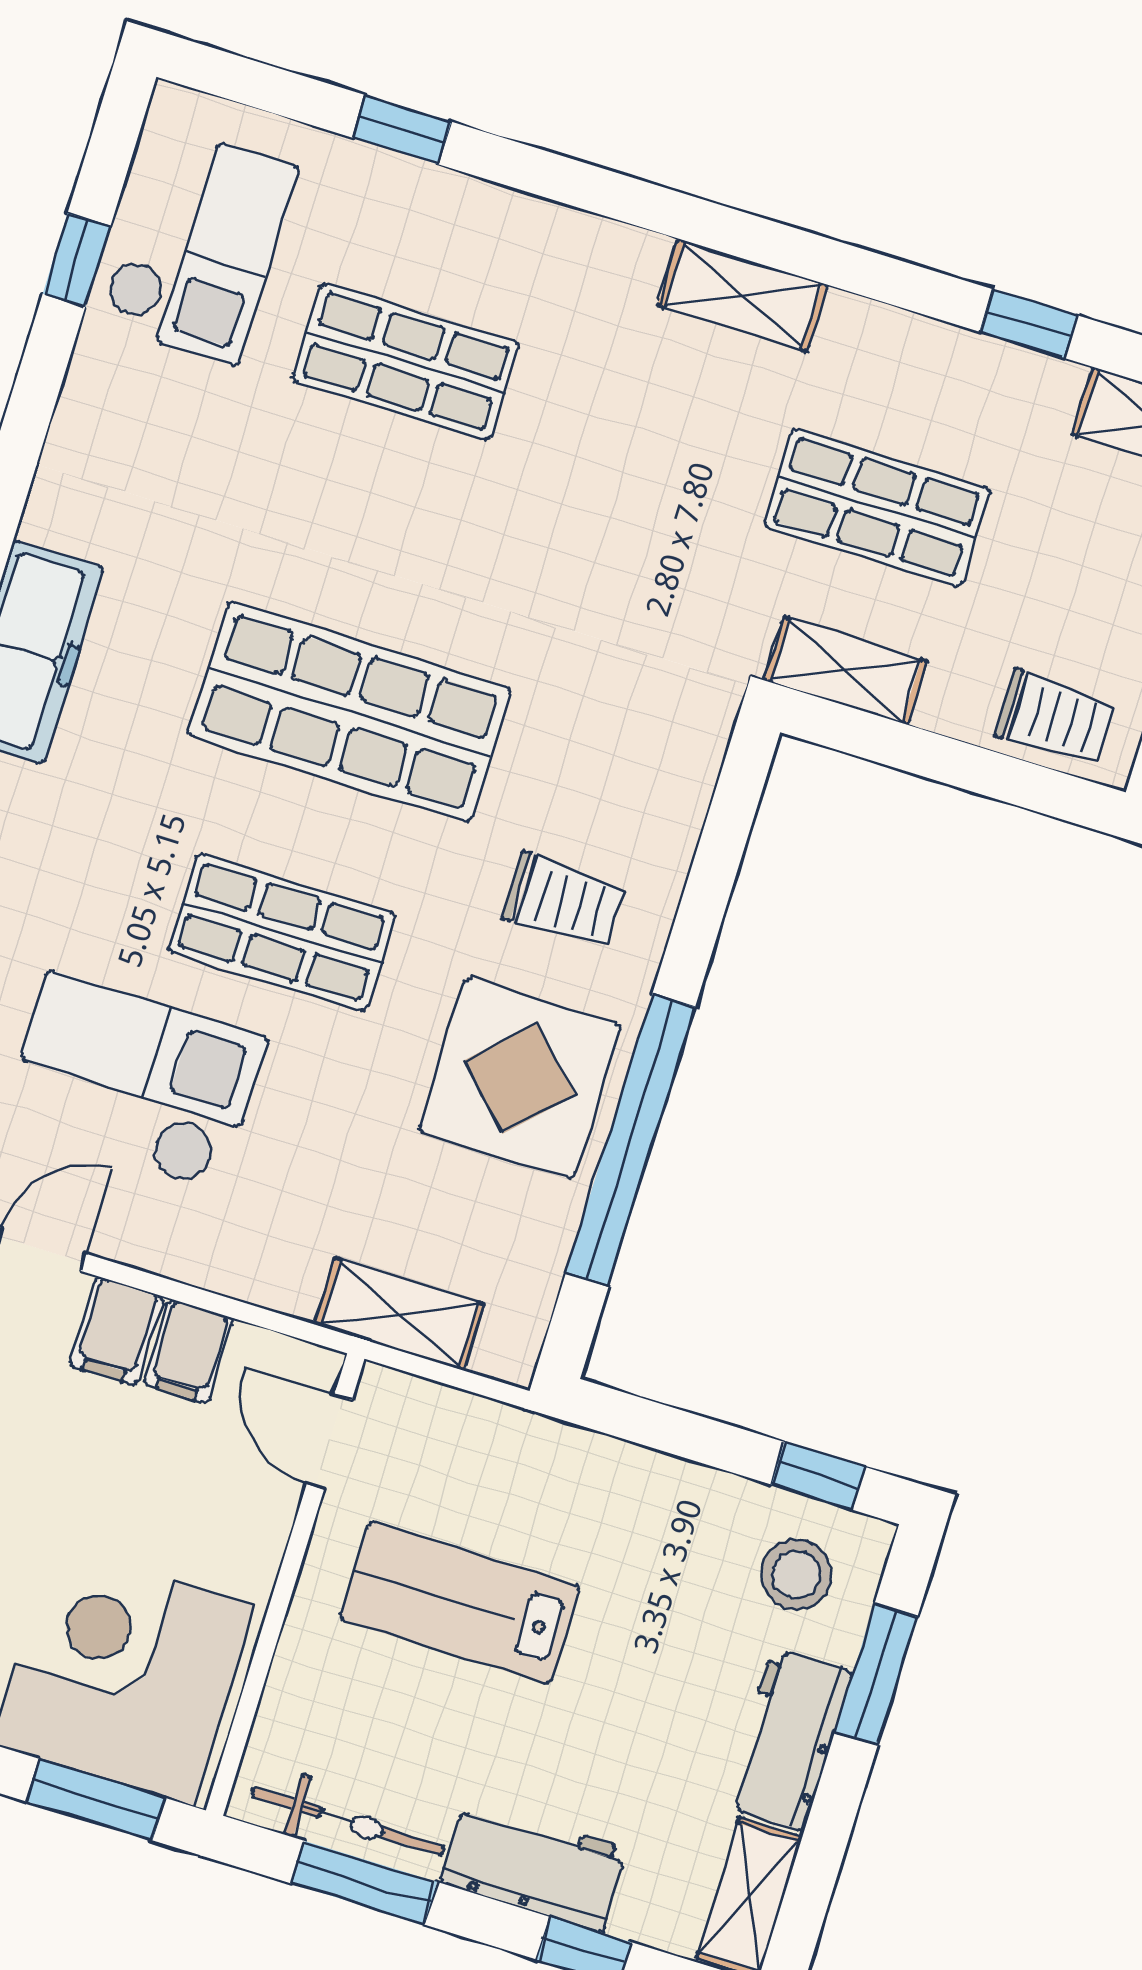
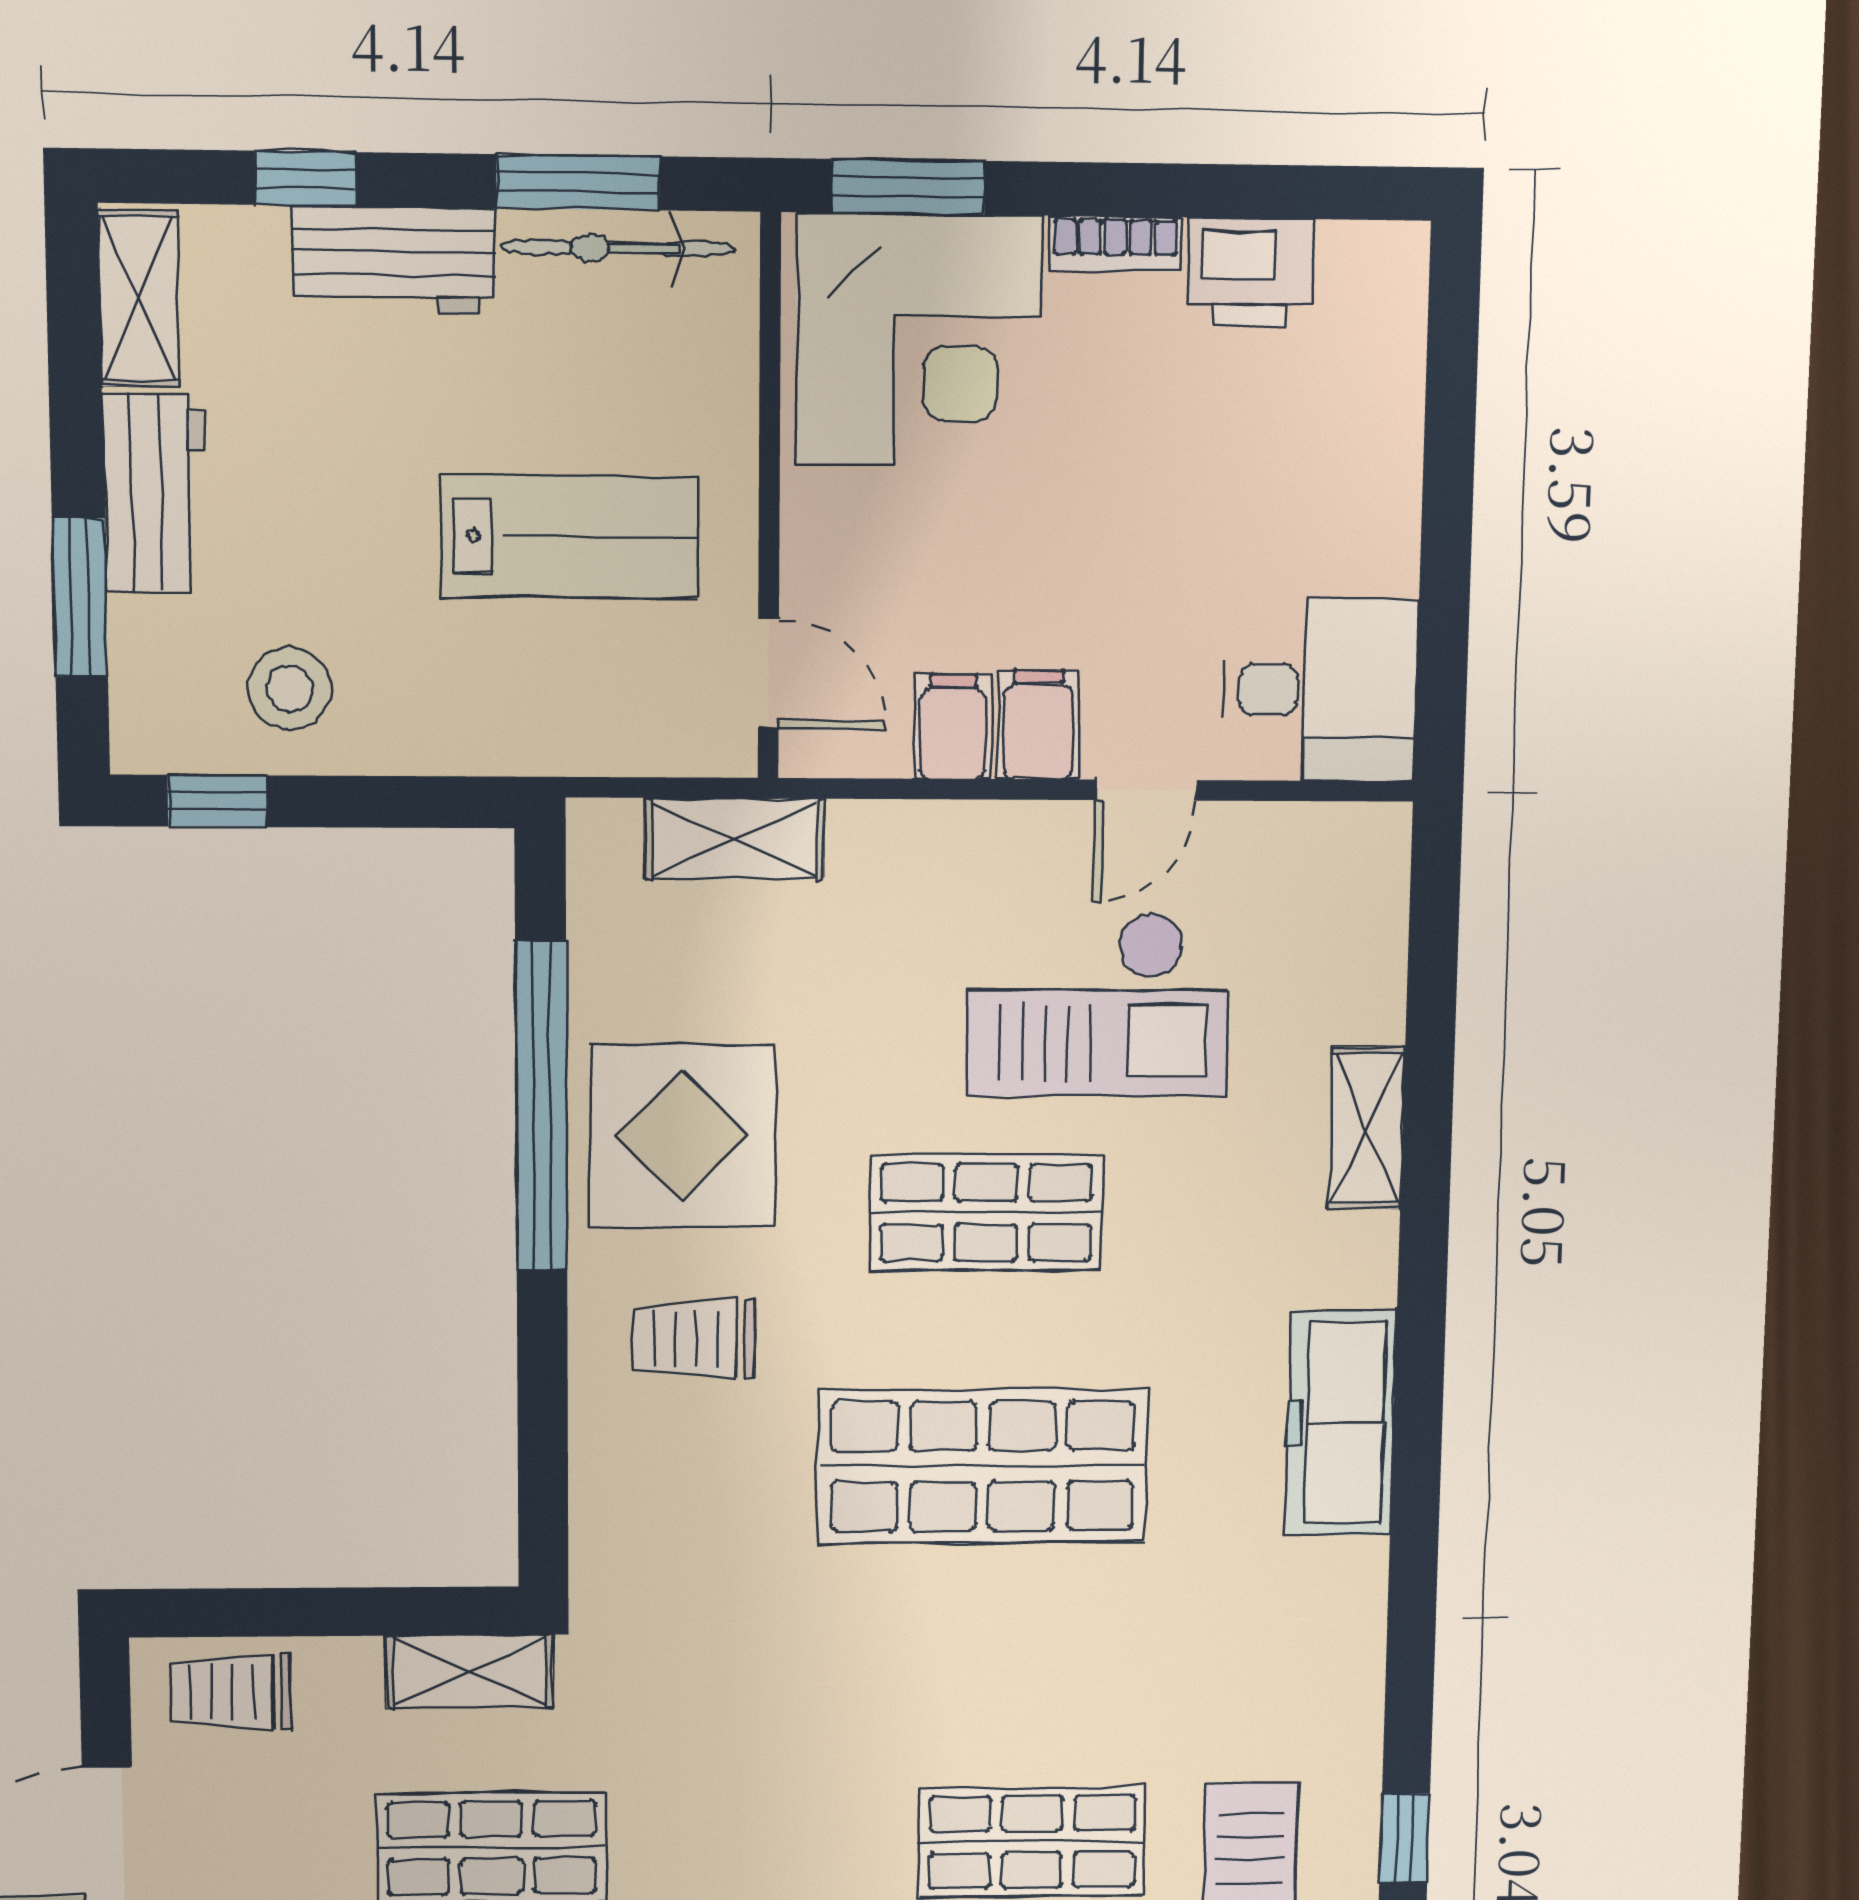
stool: (796, 1575) -> (290, 689), moved

